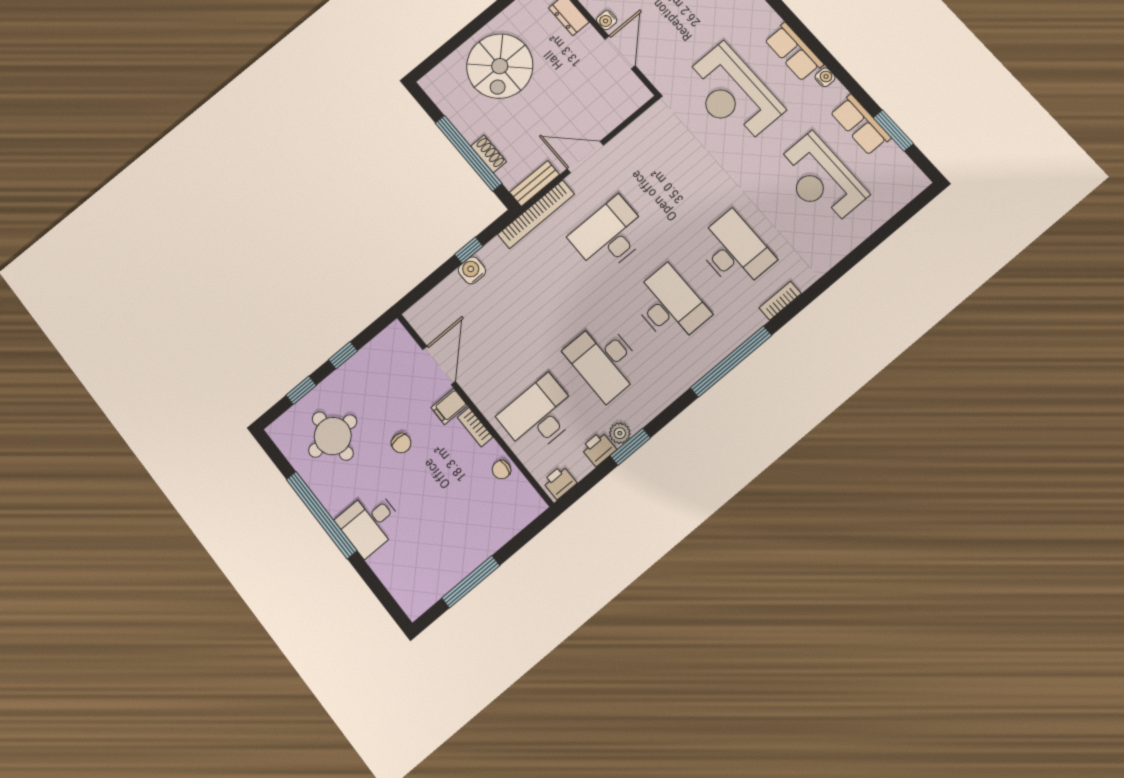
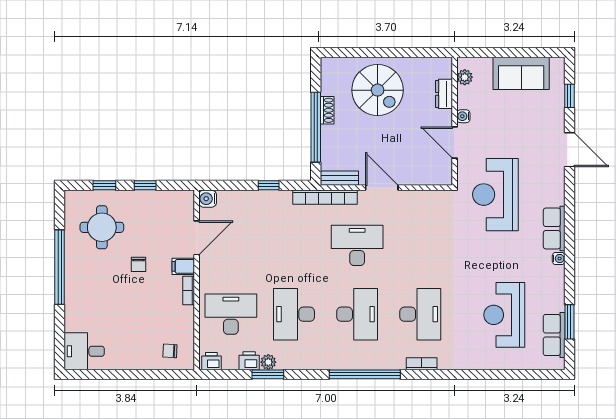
door: (620, 52) -> (455, 143), swing flipped
spiral stairs: (500, 66) -> (378, 90), turned -90
reception desk: (732, 94) -> (495, 195), moved
row of seats: (860, 125) -> (554, 335), moved
shoe rack: (488, 154) -> (327, 110), moved
water cooler: (472, 270) -> (208, 199), moved, turned -90
chair: (501, 470) -> (170, 351), moved
desk: (370, 523) -> (84, 351), moved
window: (471, 582) -> (116, 374), removed

